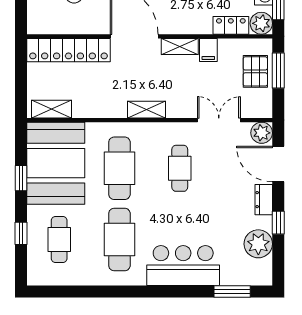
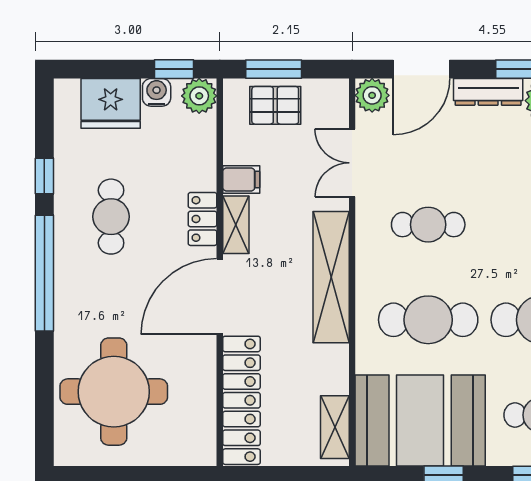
locker: (231, 25) -> (203, 219), moved
shelving: (146, 110) -> (331, 277), width x2.20, depth x1.33
dresser: (264, 200) -> (488, 92), width x1.44

